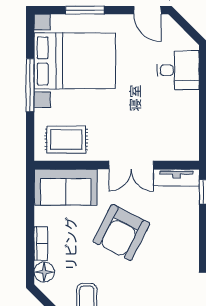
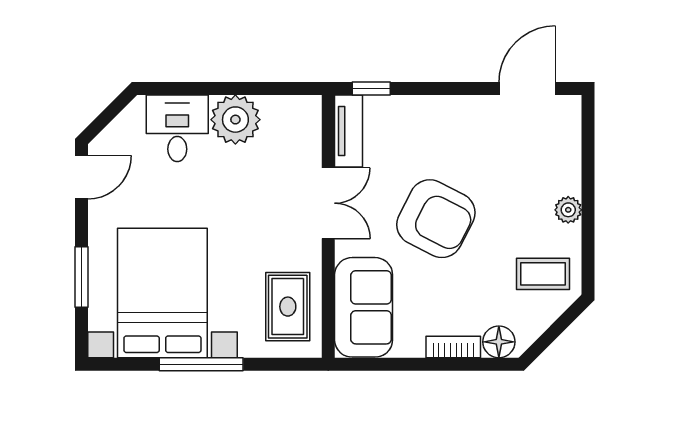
plant: (184, 107) -> (235, 120), added

